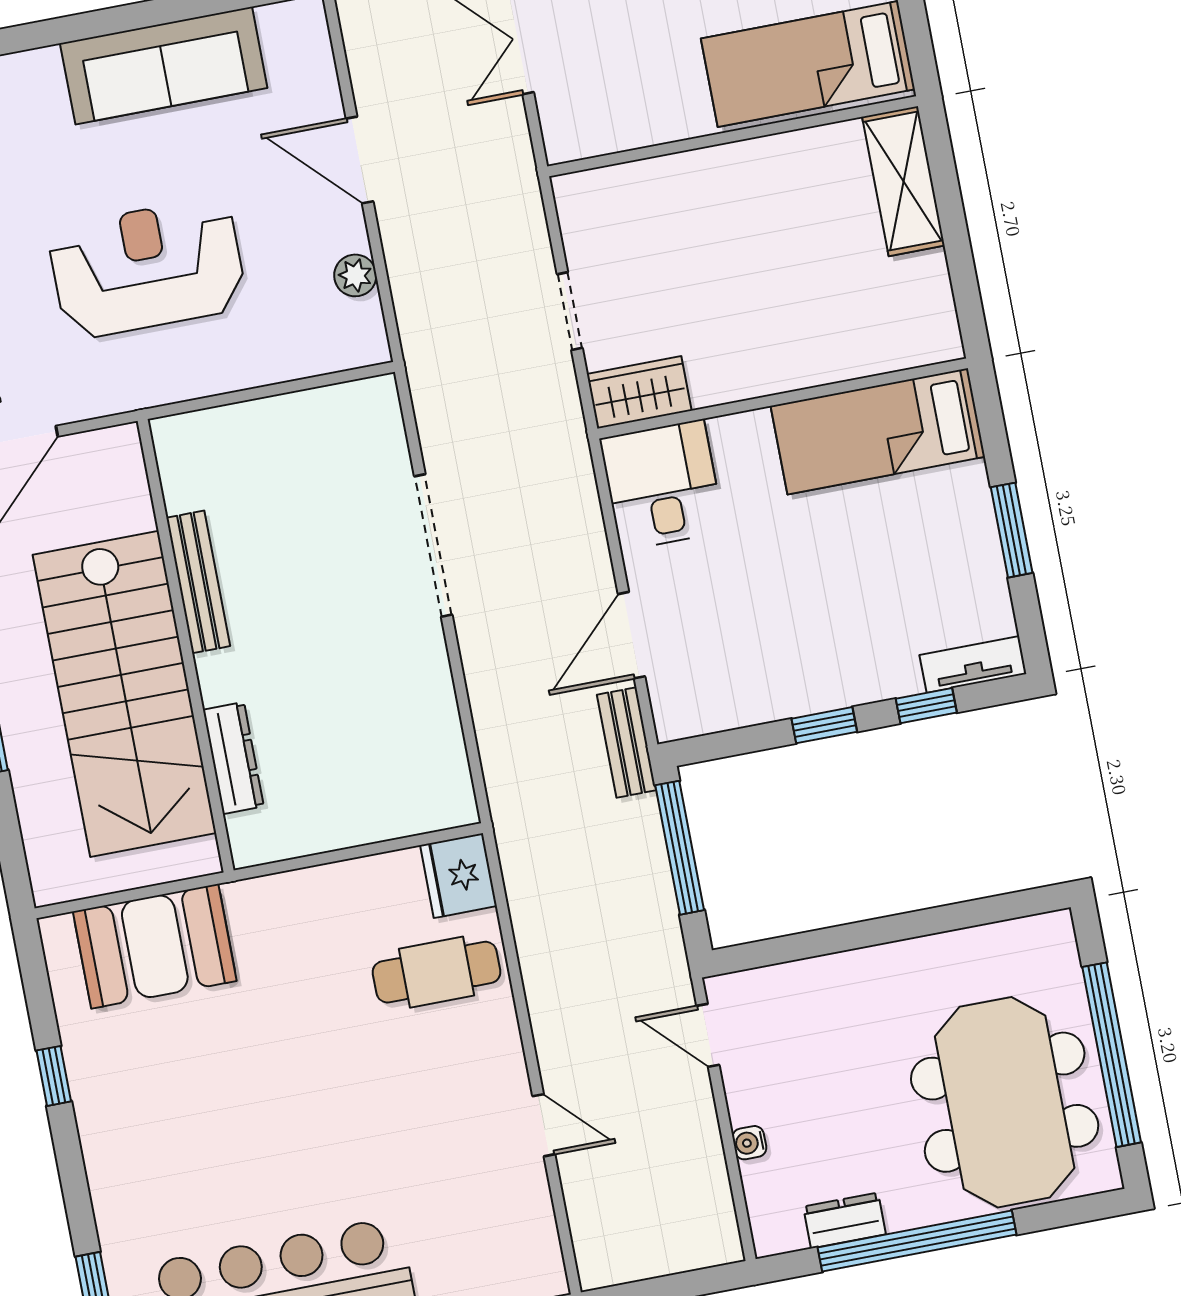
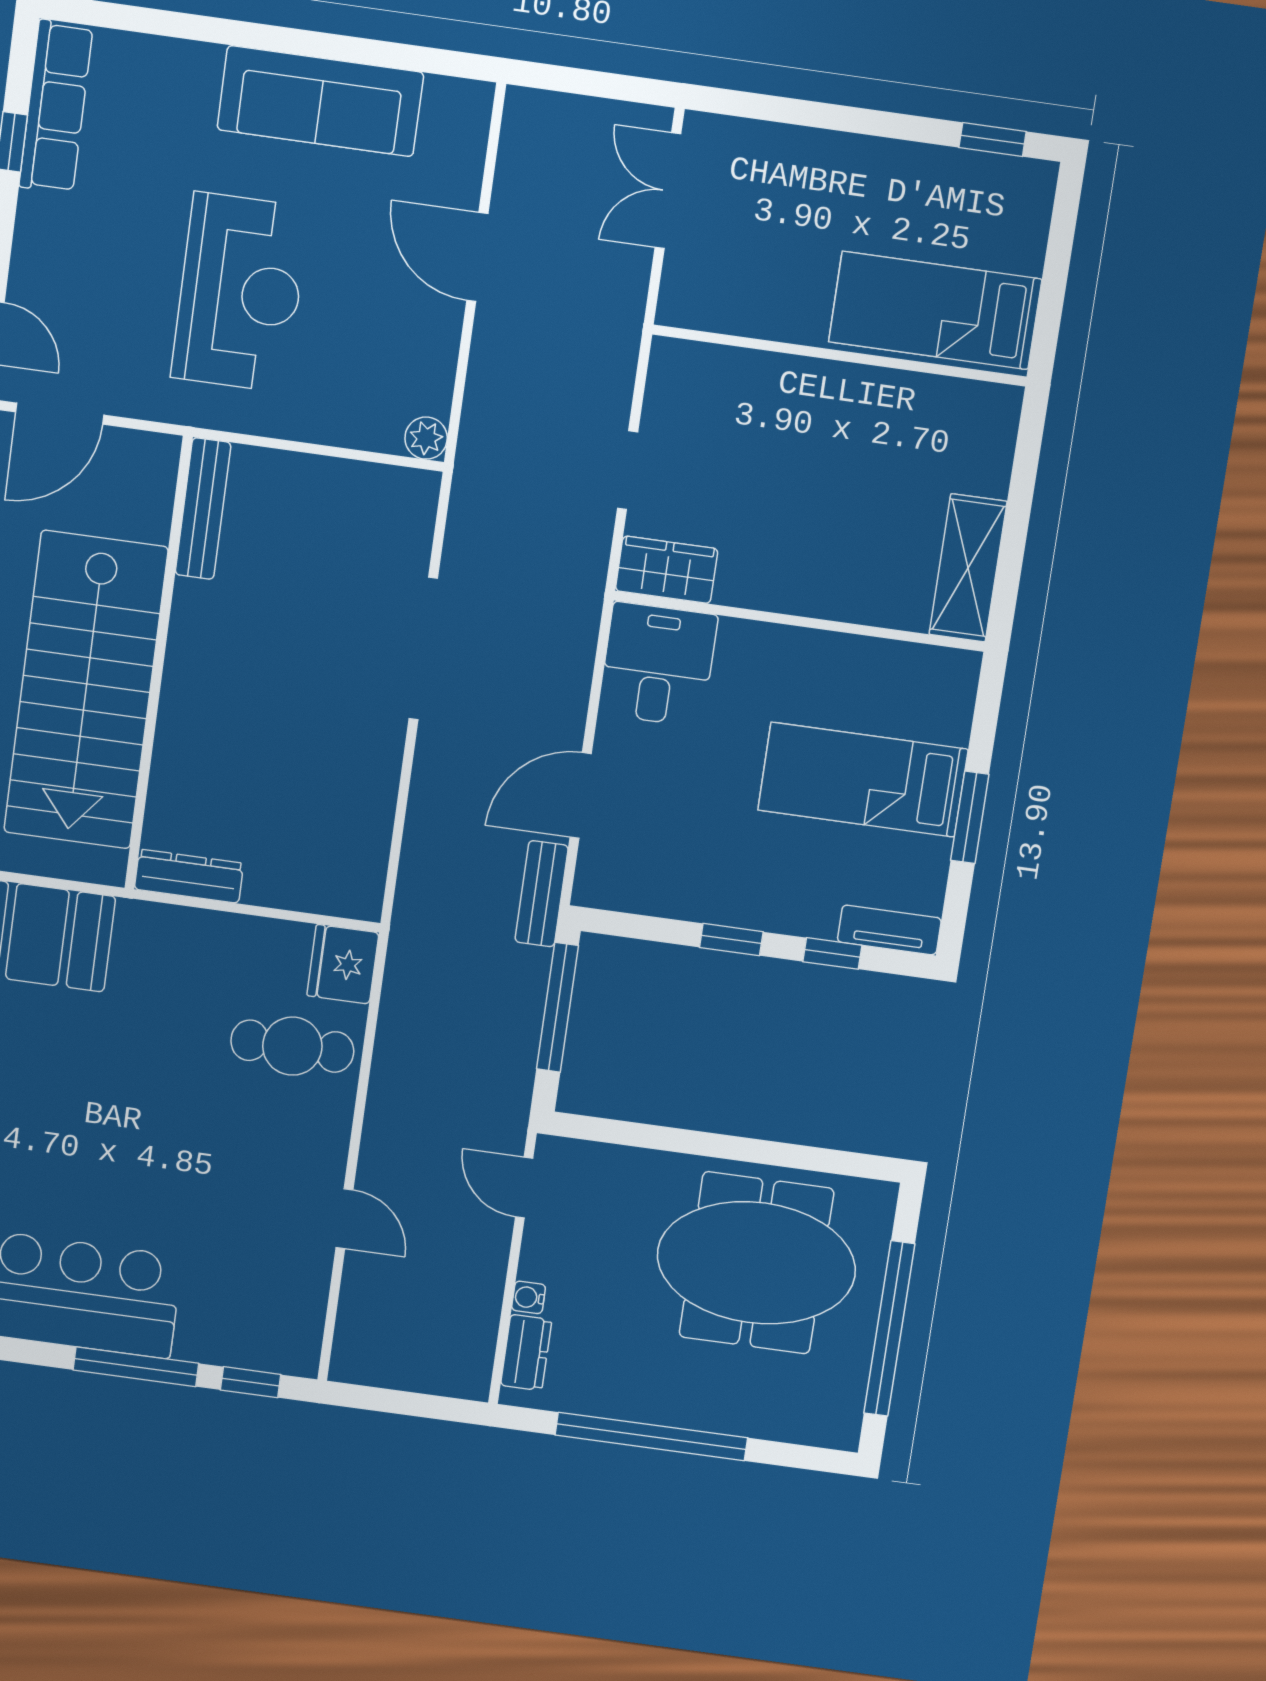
shelving: (903, 181) -> (968, 568), moved
reception desk: (147, 268) -> (240, 292), turned 90
plant: (355, 275) -> (426, 438), moved
bed: (878, 431) -> (863, 780), moved
bench: (198, 582) -> (203, 509), moved
dresser: (233, 758) -> (189, 876), moved, turned -90
meeting table: (1005, 1102) -> (756, 1263), moved, turned 90
dresser: (845, 1220) -> (526, 1352), moved, turned 90

